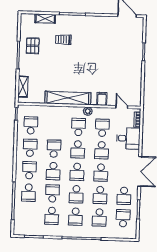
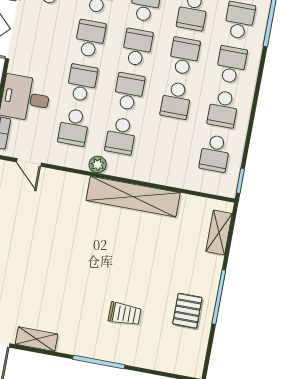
shelving: (45, 19) -> (37, 339), moved
filing cabinet: (102, 99) -> (66, 185), removed
school desk: (29, 170) -> (231, 65), turned 180

